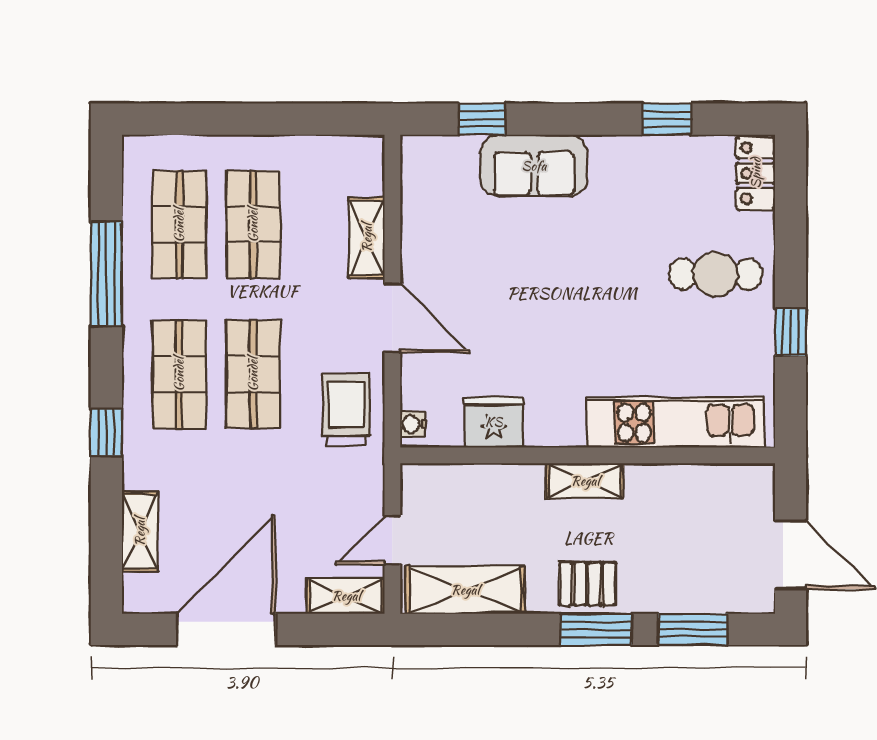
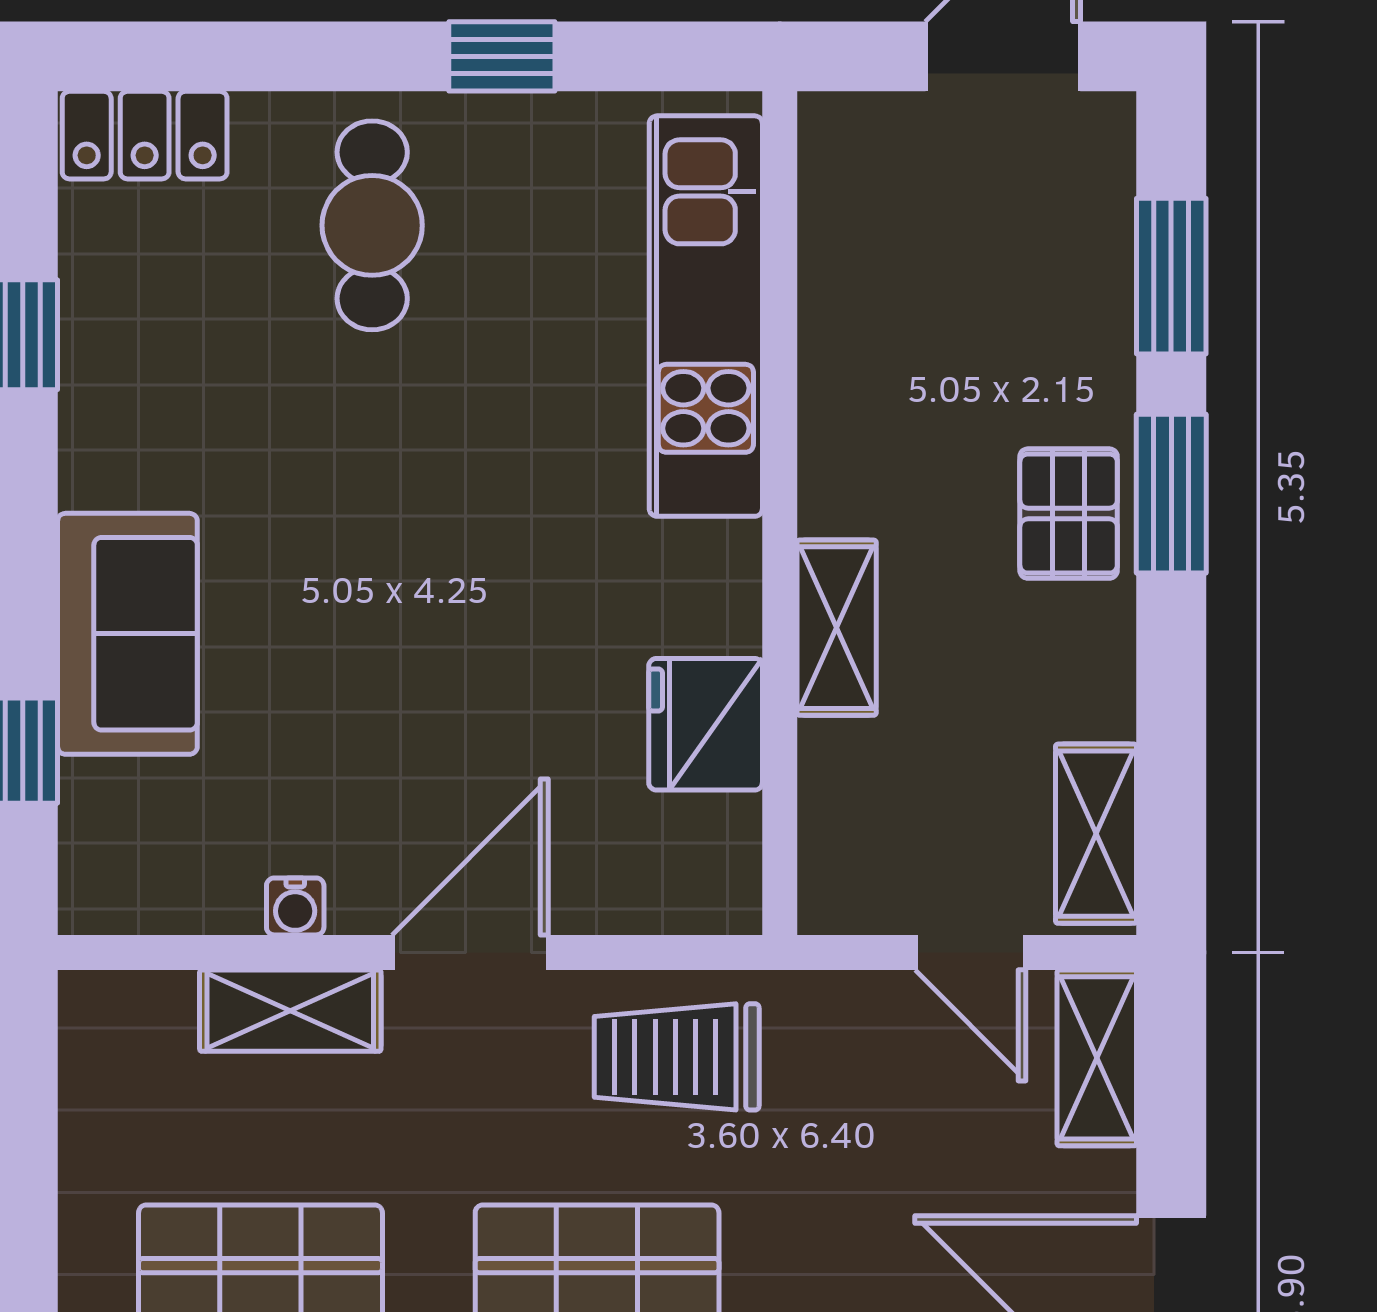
water cooler: (413, 424) -> (295, 906), moved
shelving: (585, 481) -> (837, 628), moved
shelving: (465, 590) -> (1096, 834), width x0.67, depth x0.75

